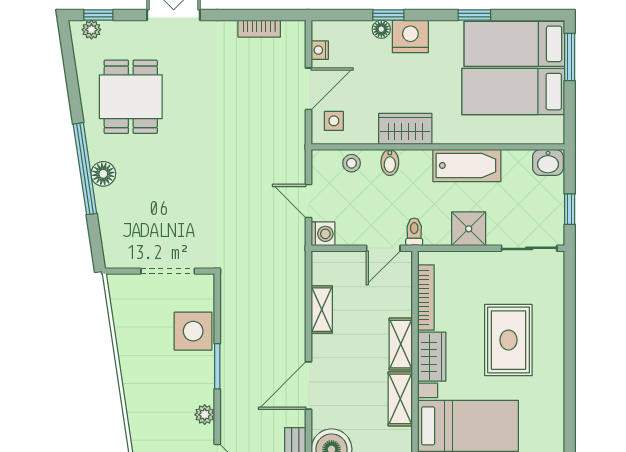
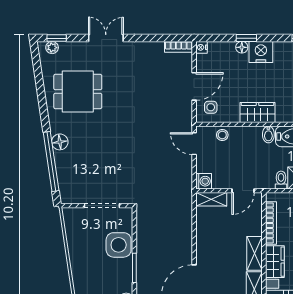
bookcase: (259, 29) -> (179, 47), moved
nightstand: (320, 50) -> (201, 47), moved
dining table: (131, 97) -> (78, 92), turned 90
bidet: (390, 162) -> (268, 134), moved
window: (85, 169) -> (51, 161), moved
door: (309, 201) -> (194, 144), moved
toilet: (414, 232) -> (281, 180), moved
shelving: (322, 310) -> (211, 199), moved, turned 90

